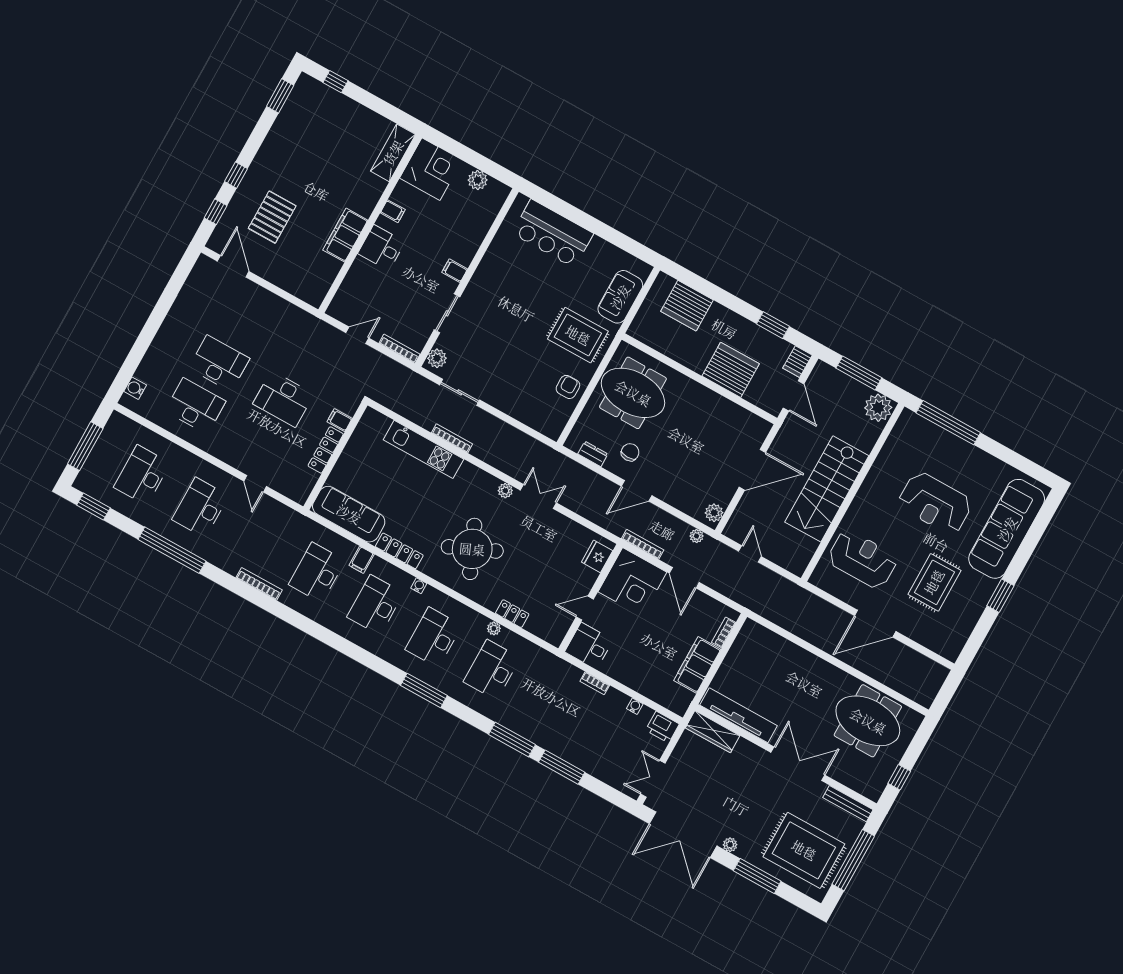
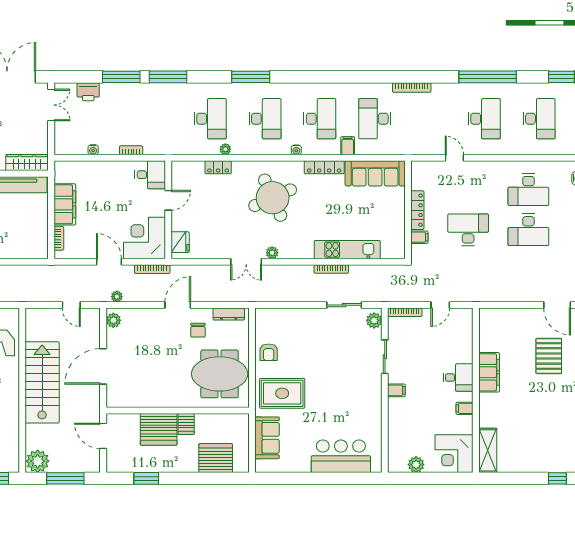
server rack: (797, 362) -> (186, 424), moved, turned 180
dresser: (593, 454) -> (229, 314), width x1.44
desk: (317, 573) -> (375, 119), turned 180
printer: (662, 727) -> (88, 92), moved, turned 180

